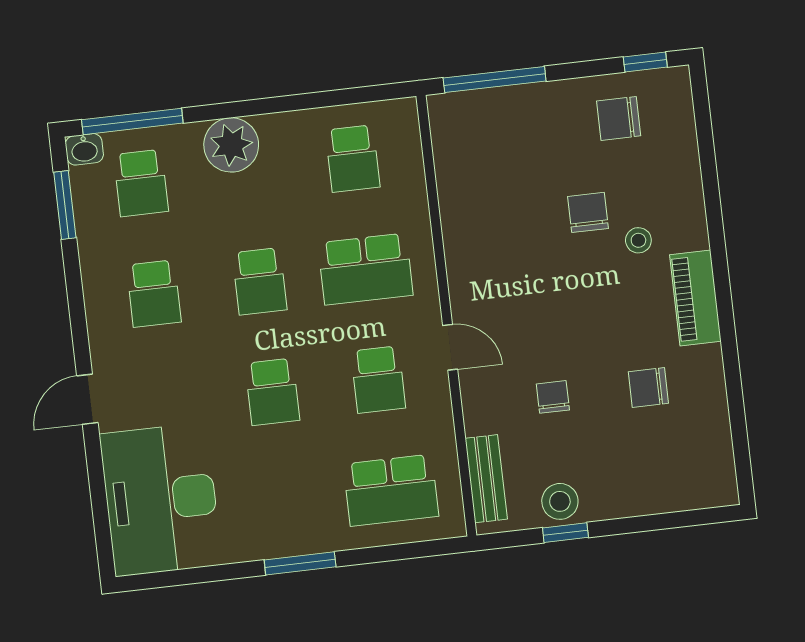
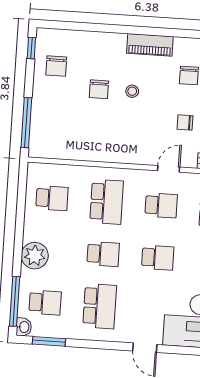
chair: (588, 212) -> (99, 89), turned -90
stool: (638, 240) -> (132, 91), moved
school desk: (154, 294) -> (100, 306), width x1.85
door: (450, 347) -> (169, 169), moved

